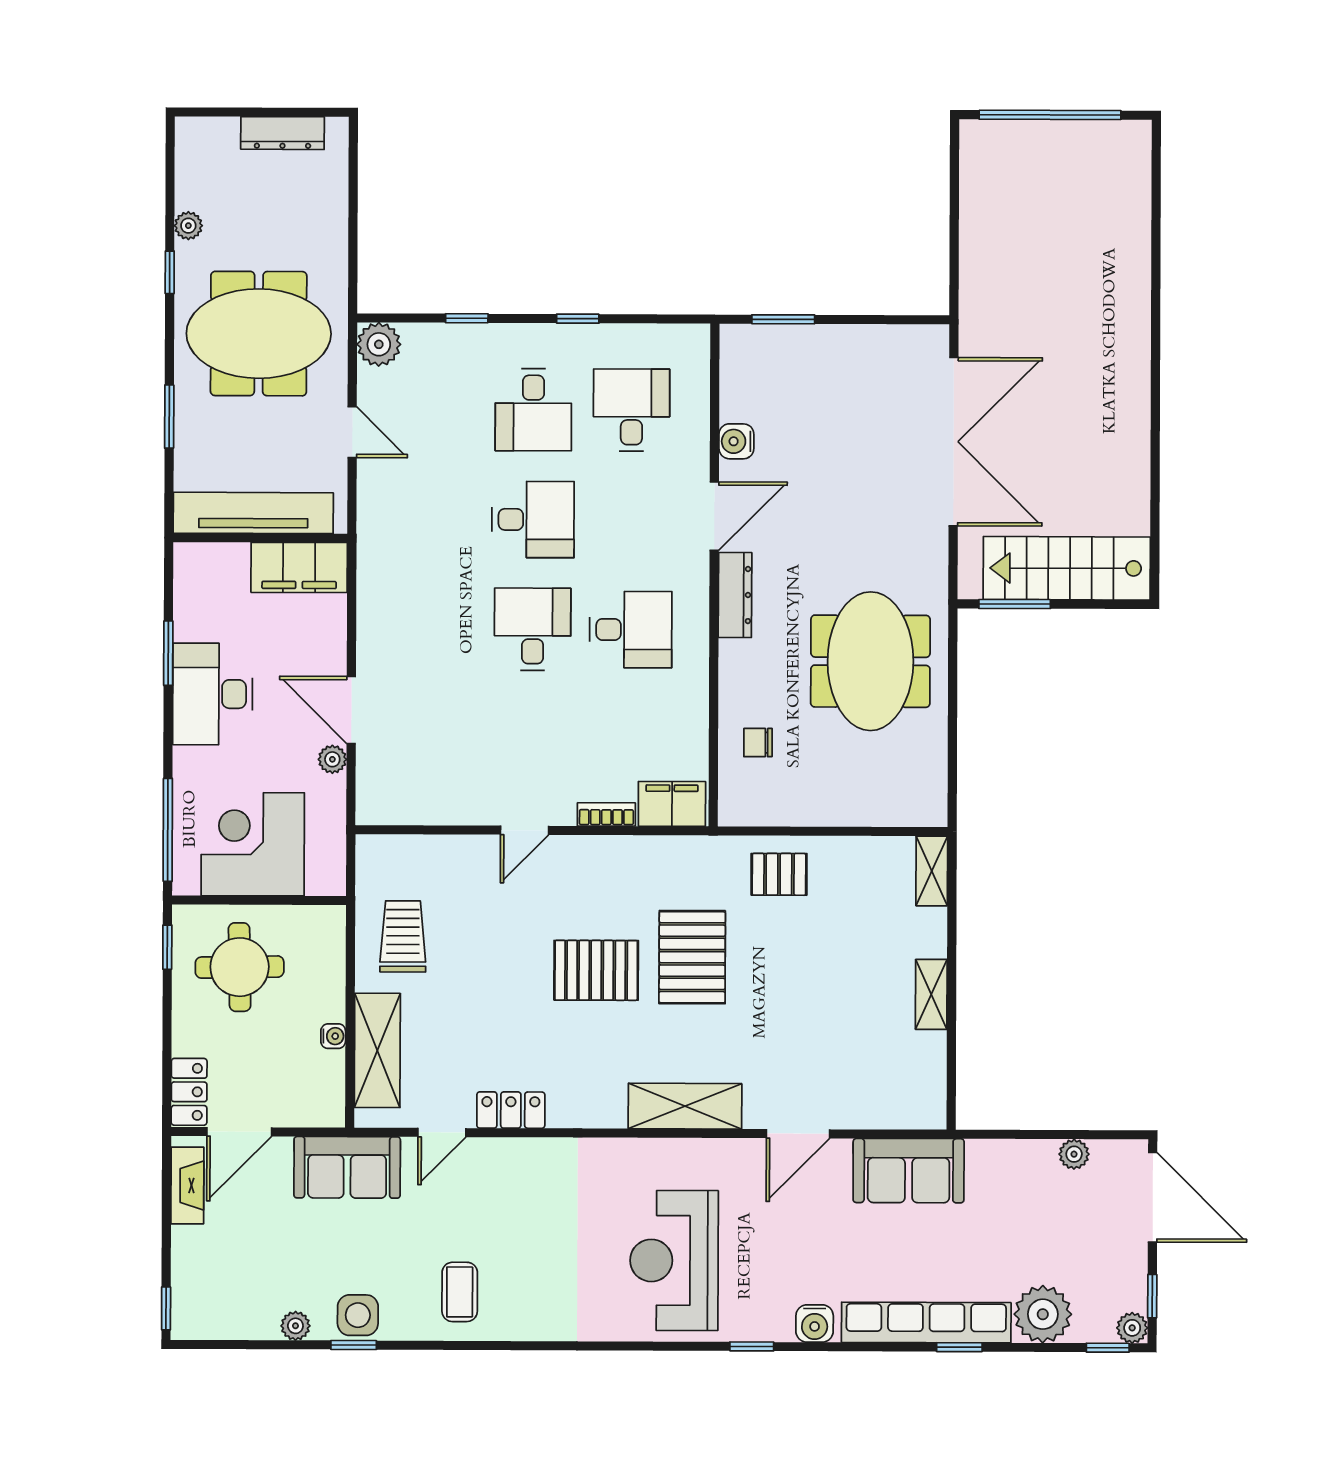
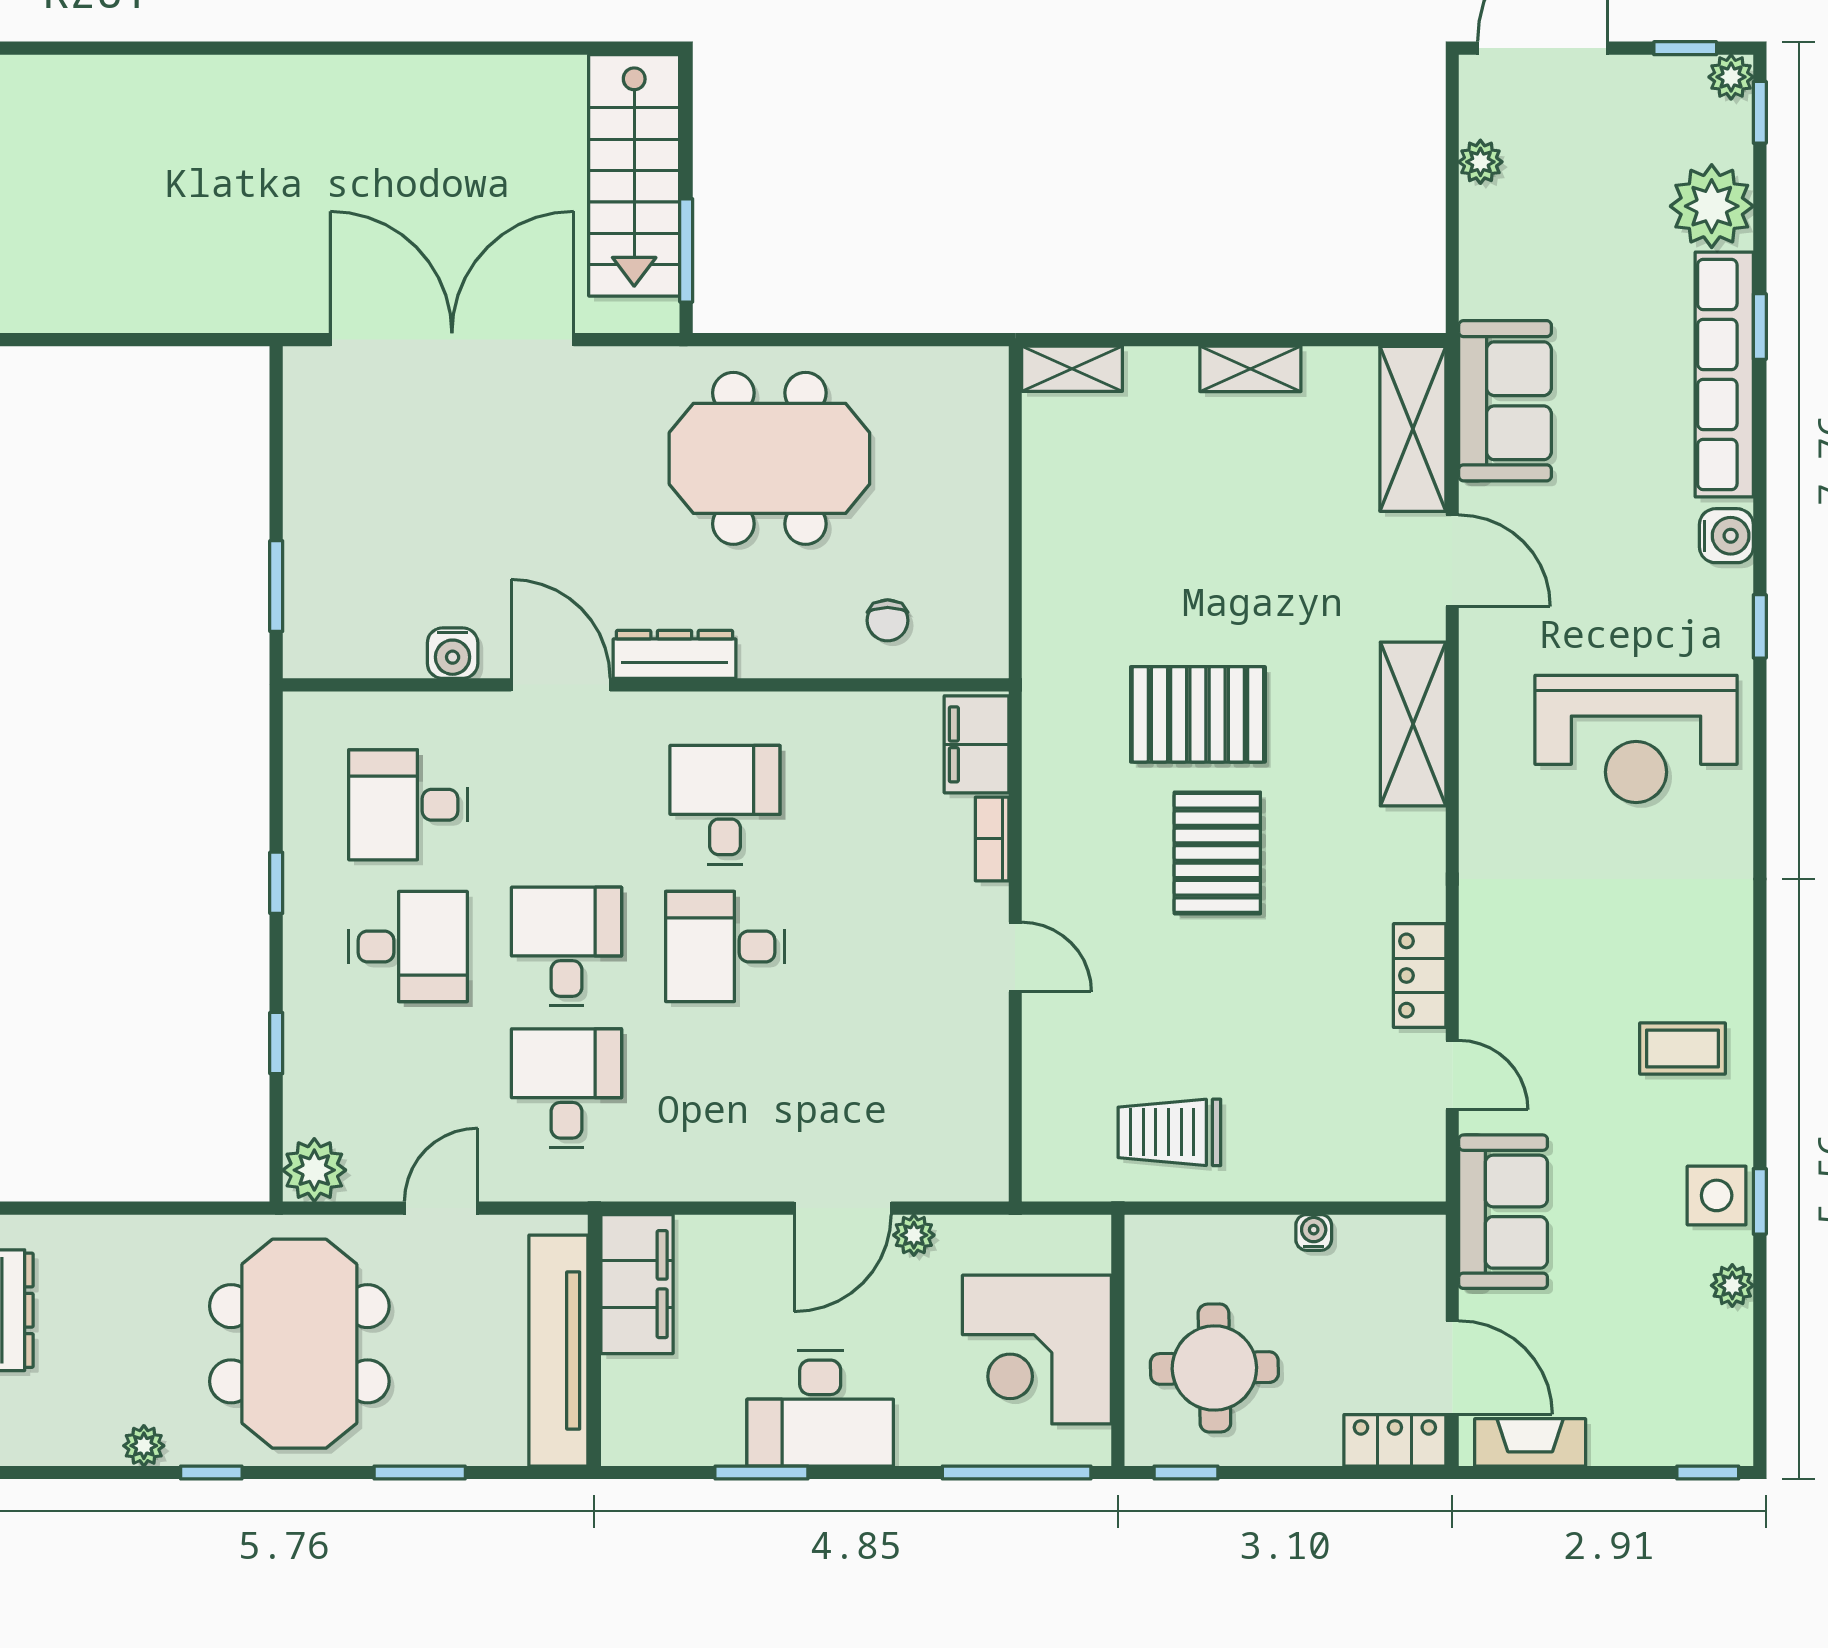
desk: (435, 519) -> (566, 1088), added
pallet: (779, 874) -> (1078, 589), removed
shelving: (377, 1050) -> (1413, 429), moved, turned 90

